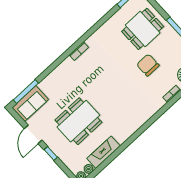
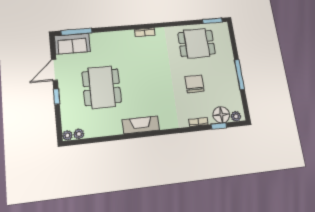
dining table: (143, 29) -> (197, 43), moved
dining table: (78, 121) -> (102, 87), turned 90
fireplace: (104, 152) -> (141, 125), moved

